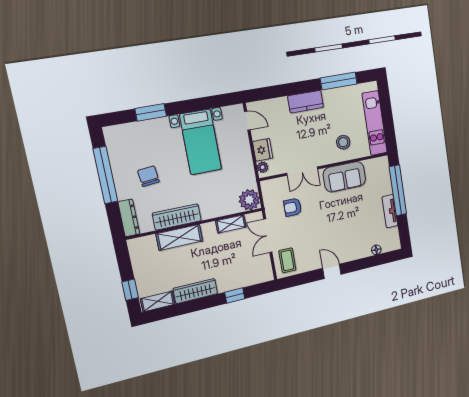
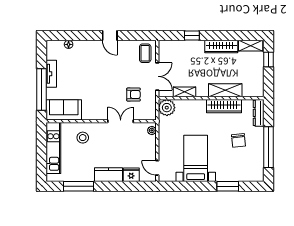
fridge: (263, 150) -> (131, 175), moved, turned 90
sofa: (344, 177) -> (64, 110), moved

